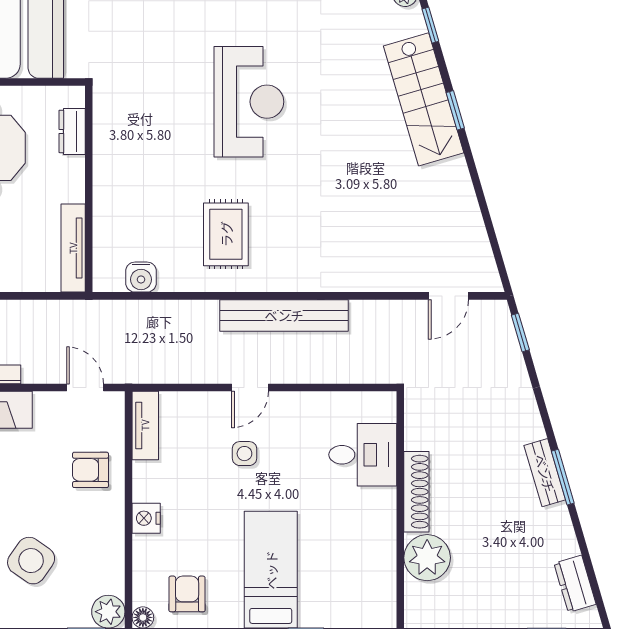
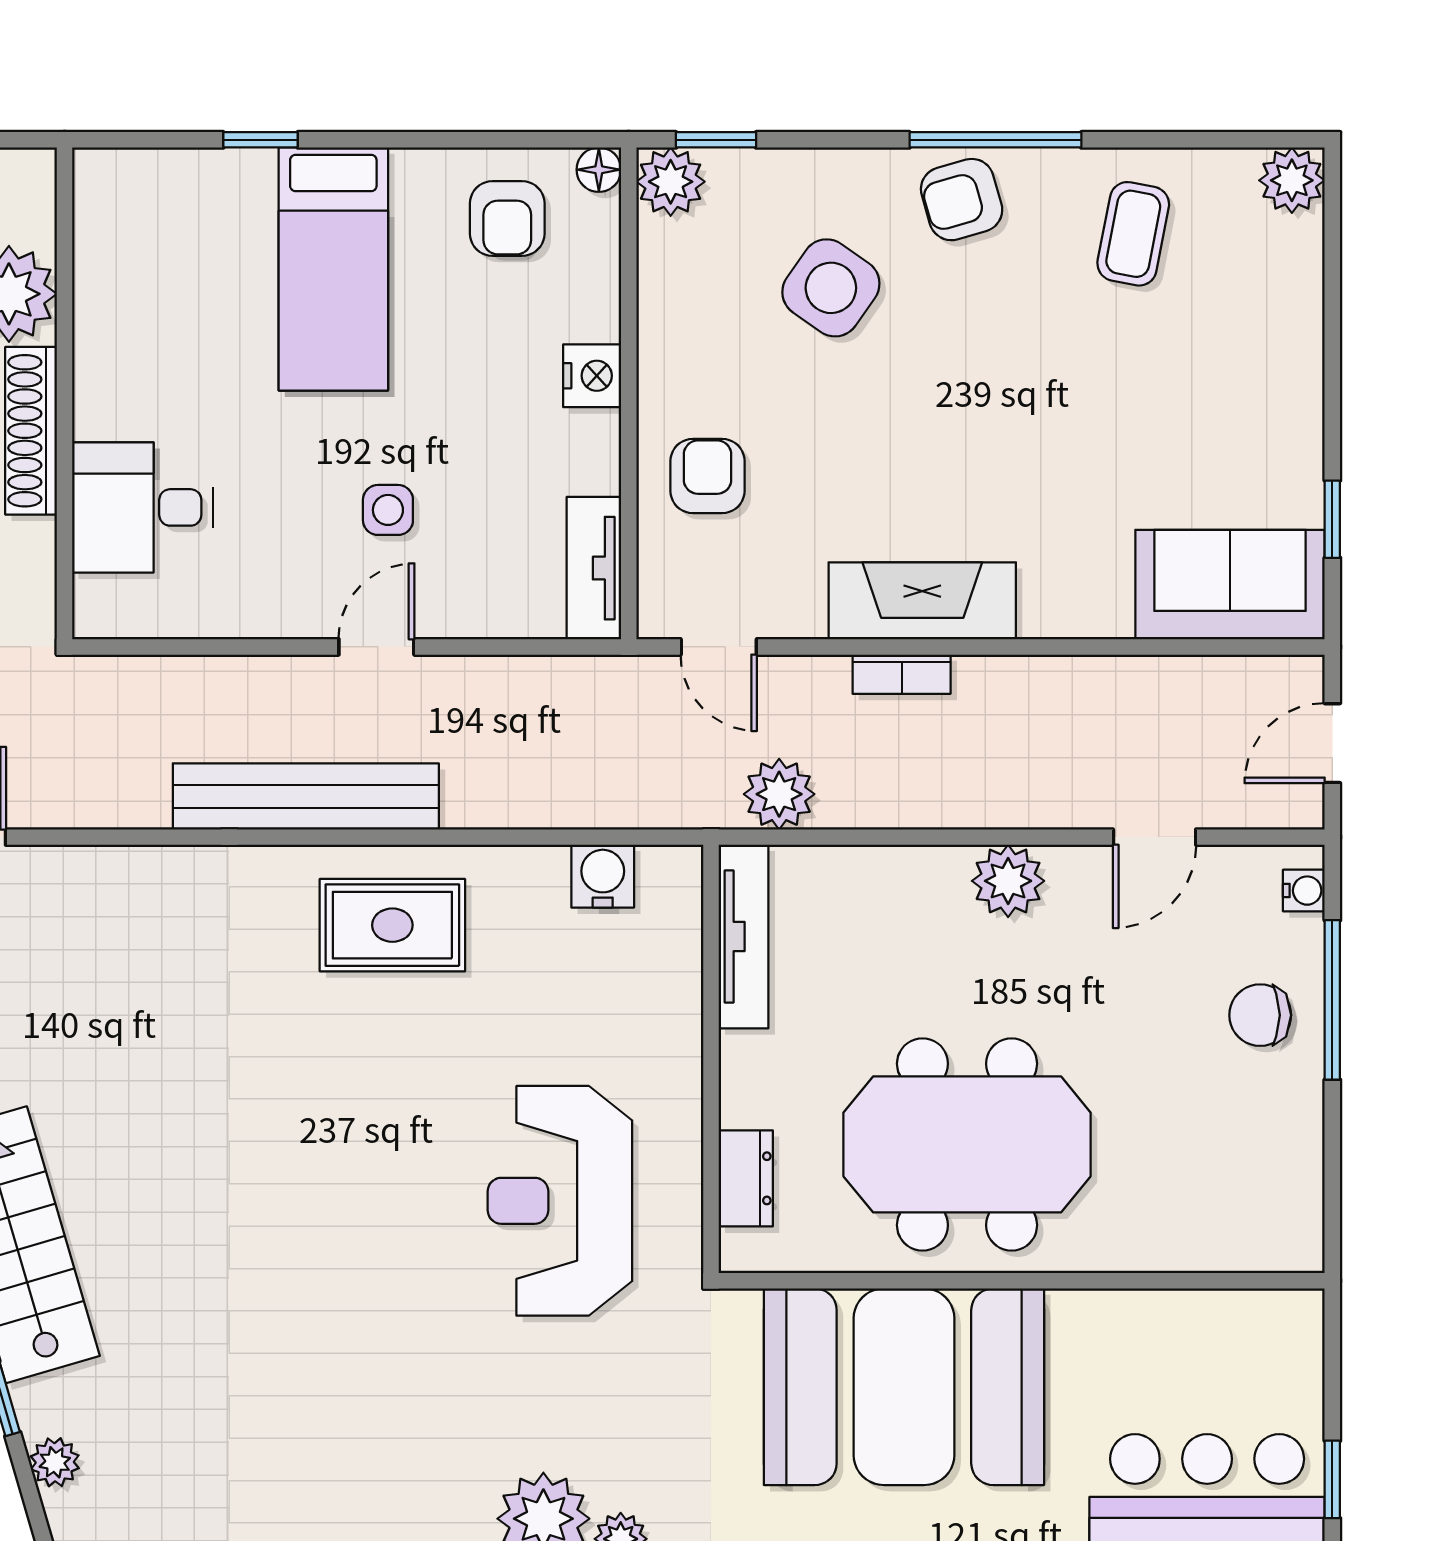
reception desk: (249, 102) -> (560, 1201), moved
rug: (226, 234) -> (392, 925), moved, turned 90
plant: (56, 317) -> (779, 794), added
armchair: (90, 470) -> (708, 476), turned -90

